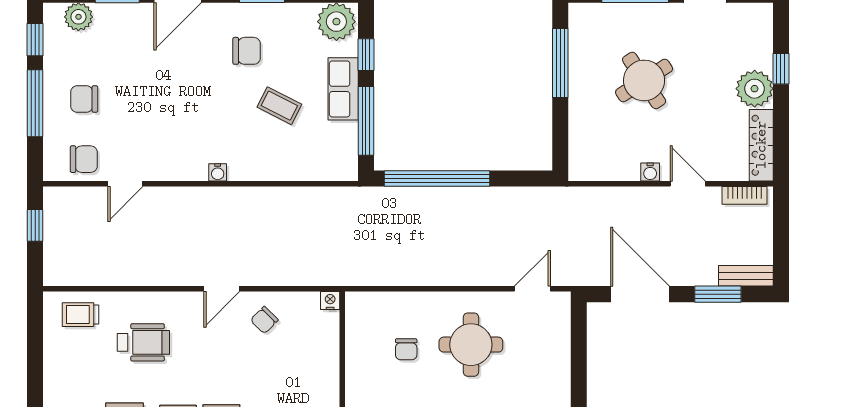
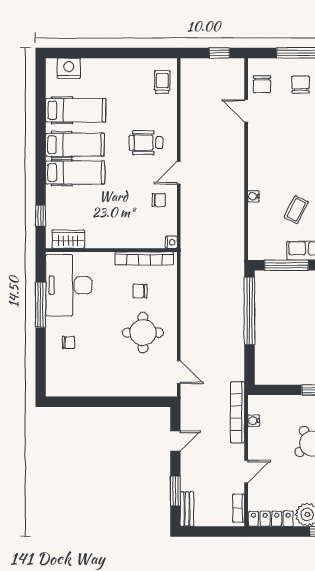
water cooler: (218, 172) -> (253, 196), moved
water cooler: (650, 172) -> (254, 421), moved
bookcase: (595, 197) -> (237, 412), added
door: (222, 289) -> (179, 173), hinge flipped
door: (640, 294) -> (175, 441), width x0.53
chair: (264, 320) -> (159, 200), turned 135
wheelchair: (143, 342) -> (146, 143), moved, turned 90
bookcase: (355, 343) -> (144, 258), added

